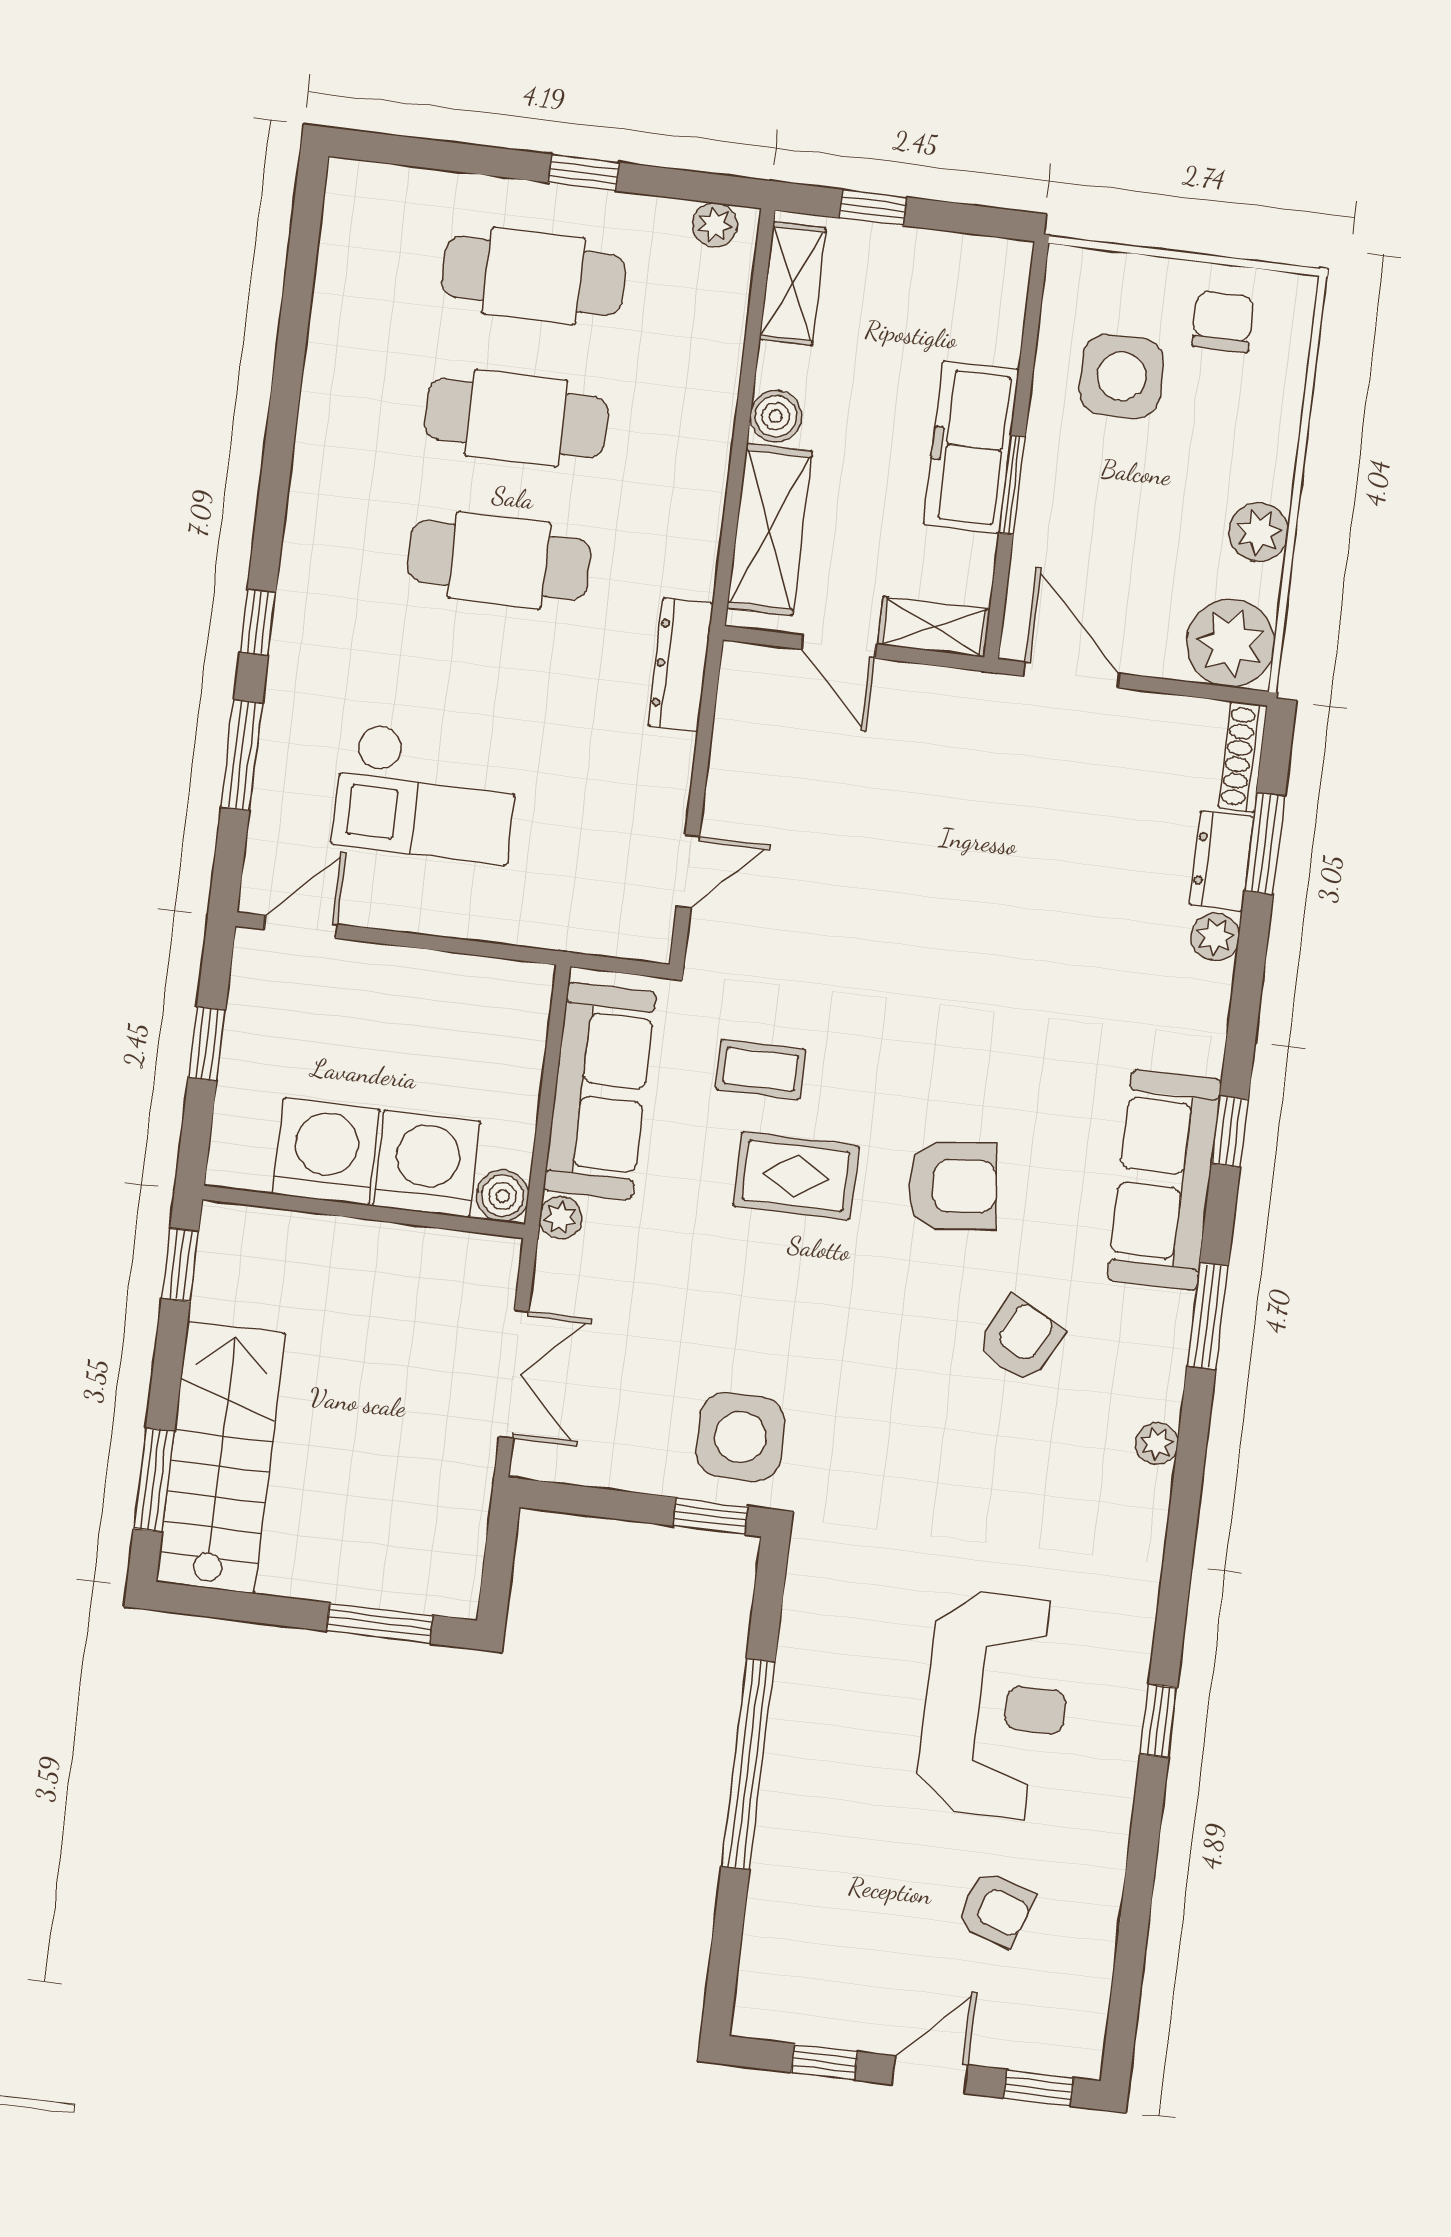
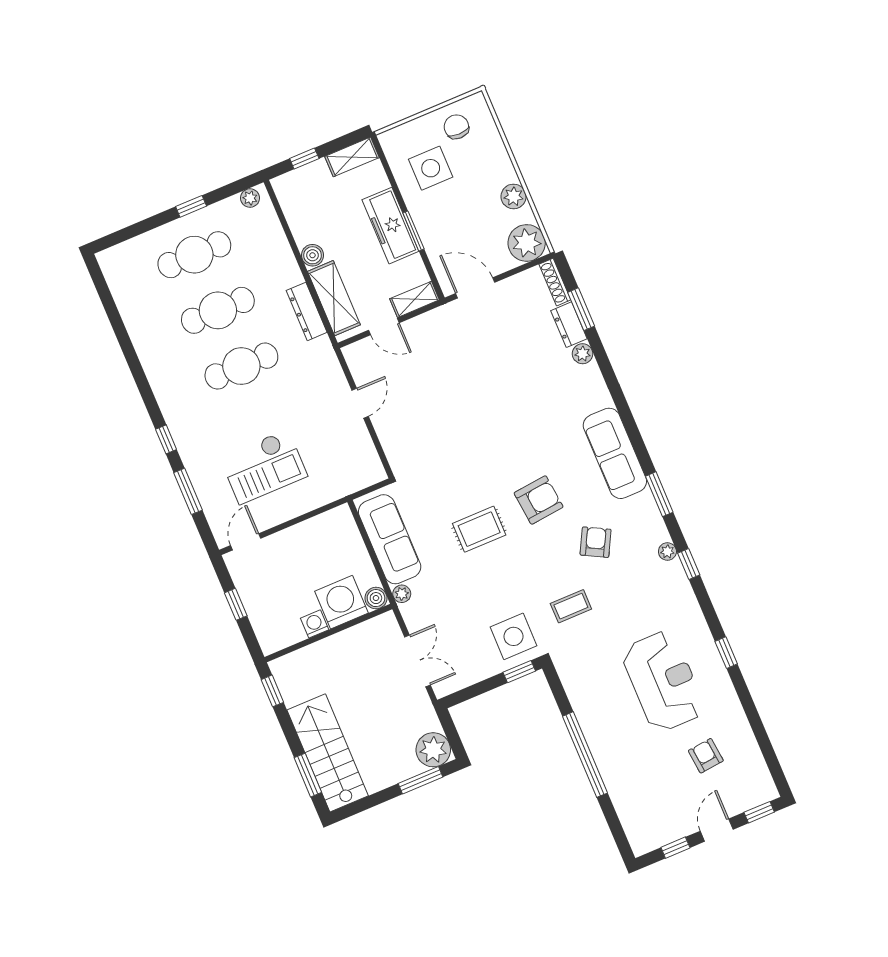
shelving: (793, 284) -> (352, 157), moved, turned 90
dresser: (681, 665) -> (307, 311), moved
door: (688, 871) -> (360, 403), moved
coffee table: (761, 1069) -> (571, 606), moved
window: (1230, 1132) -> (689, 564), moved
washing machine: (326, 1152) -> (315, 624), width x0.53, depth x0.53
plant: (442, 1576) -> (433, 750), added
armchair: (995, 1909) -> (706, 756), turned -115

